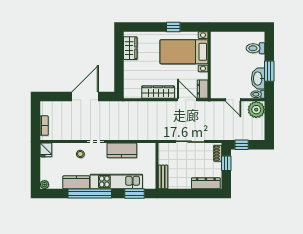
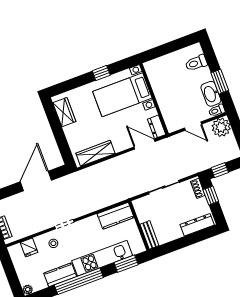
wardrobe: (158, 92) -> (95, 153), moved
fridge: (46, 150) -> (29, 247), moved
kitchen counter: (122, 150) -> (116, 216), moved

